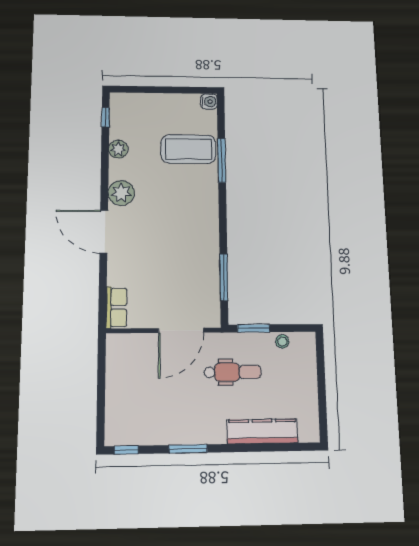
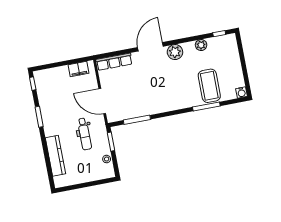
row of seats: (117, 307) -> (114, 62), width x1.48
filing cabinet: (117, 362) -> (79, 69), added

